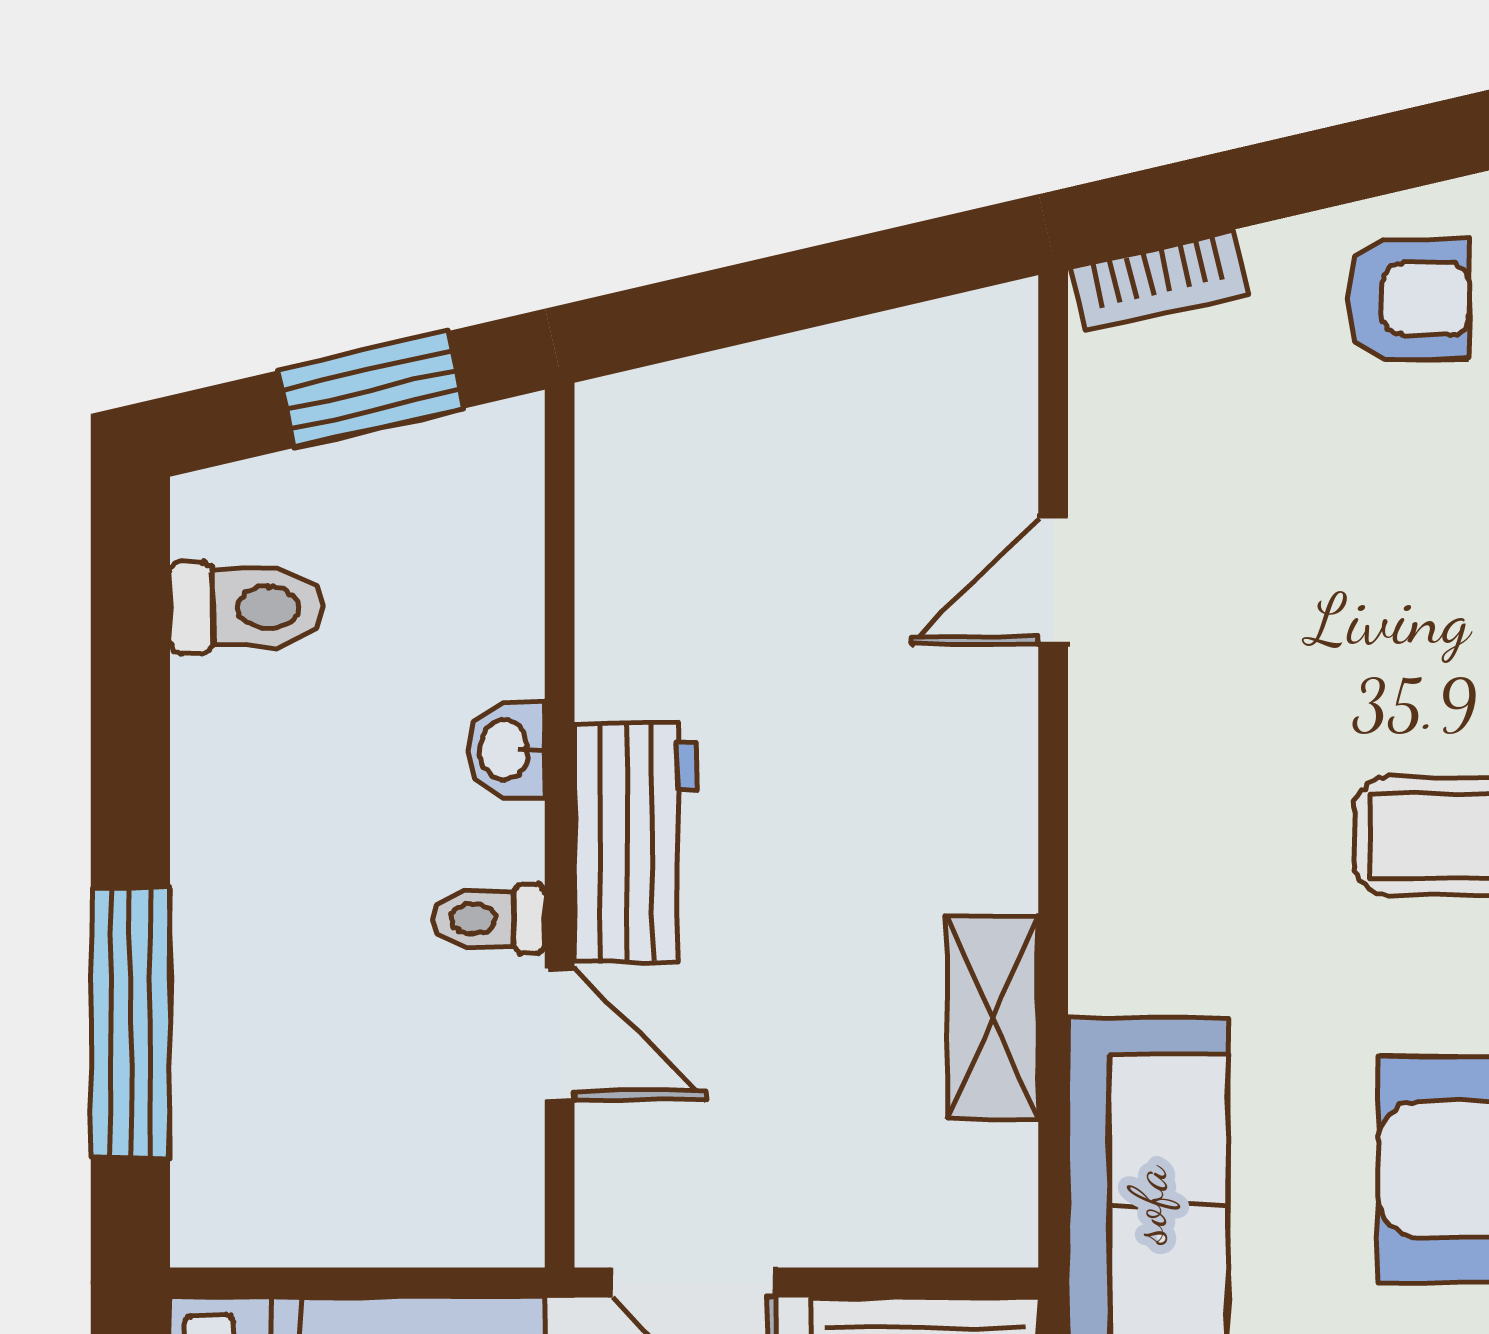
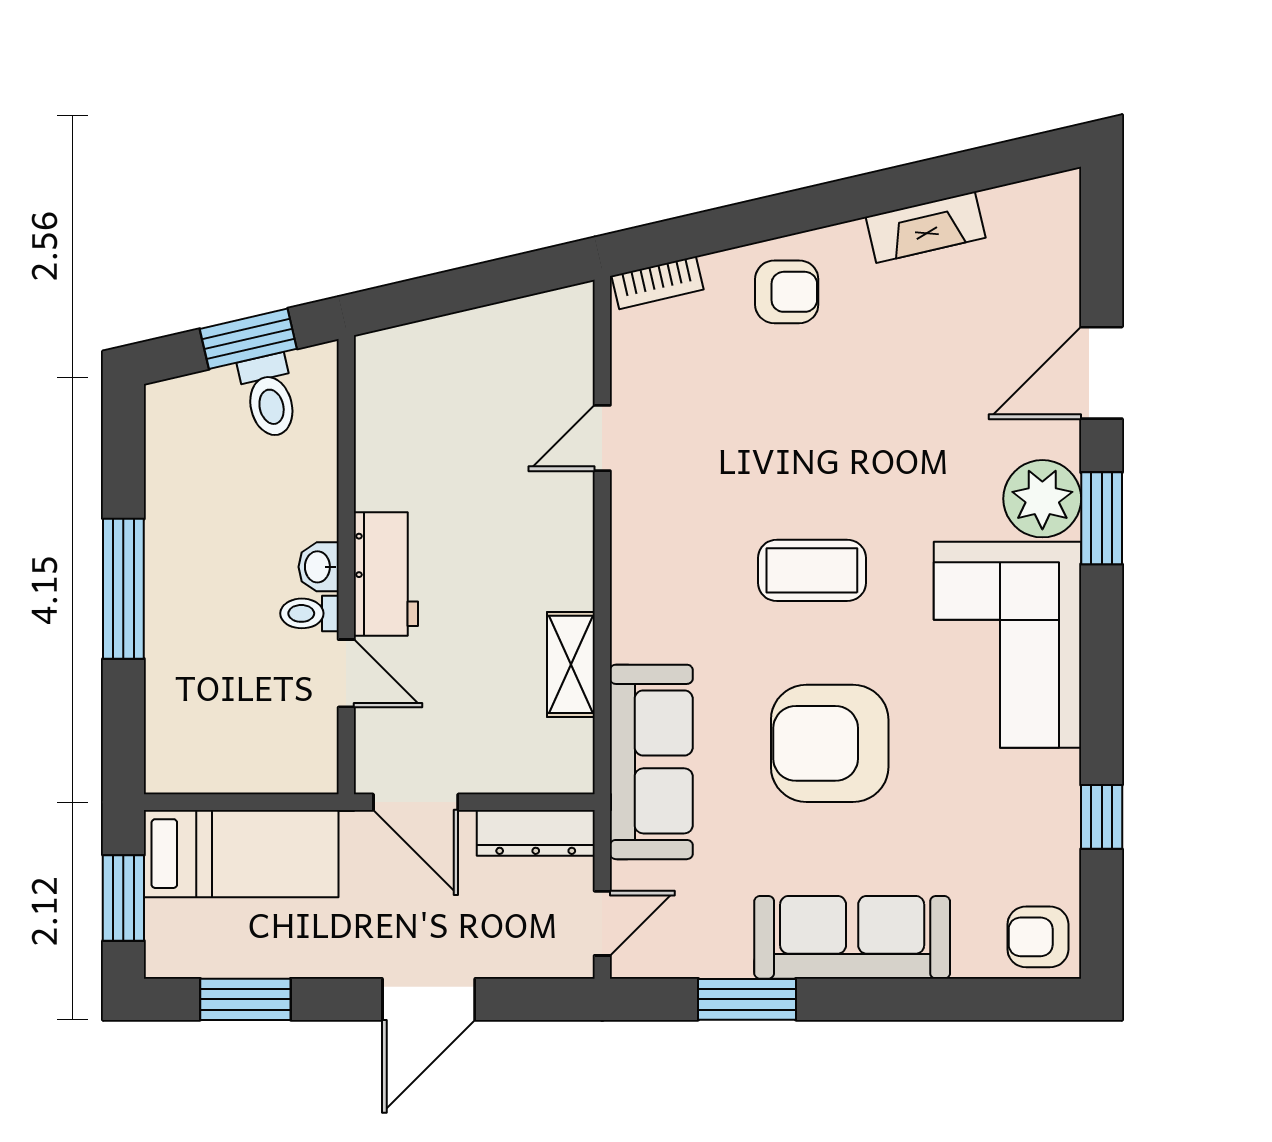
toilet: (247, 607) -> (269, 396), moved, turned 77
washbasin: (506, 750) -> (319, 567), moved
window: (130, 1023) -> (123, 589), moved

